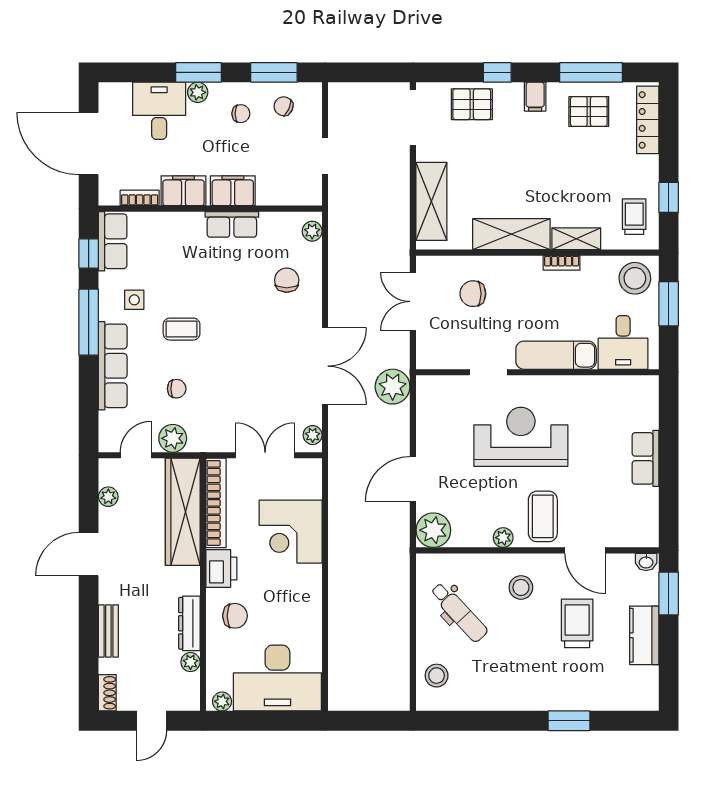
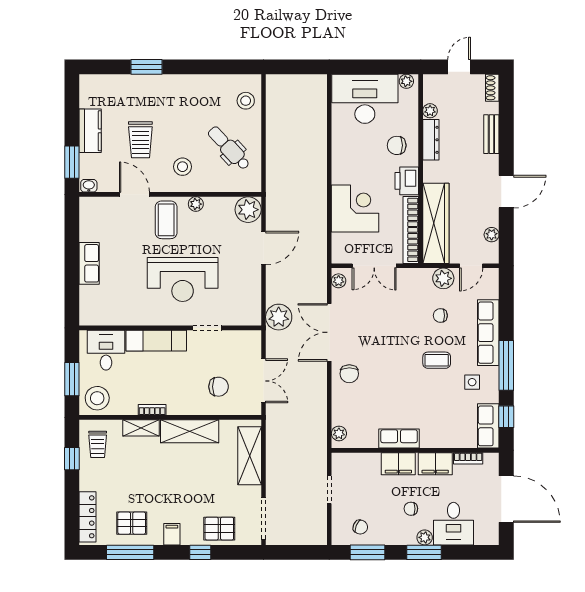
chair: (241, 114) -> (411, 509), moved
chair: (287, 280) -> (349, 374), moved

